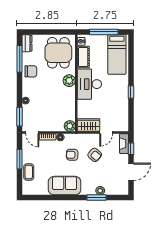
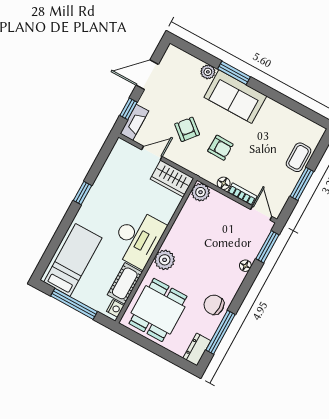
sofa: (65, 186) -> (235, 97), moved
window: (96, 198) -> (234, 73), moved

